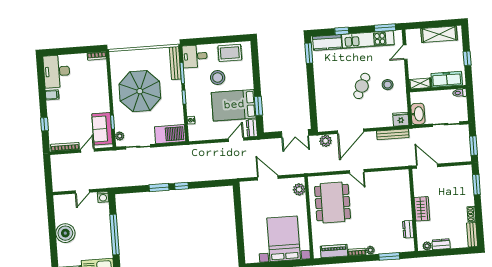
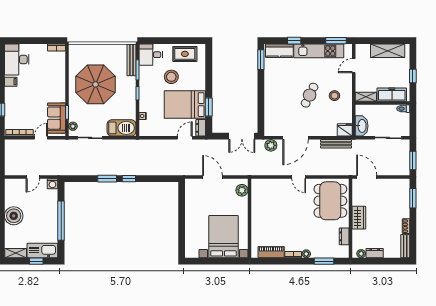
dining table: (333, 203) -> (330, 201), moved

